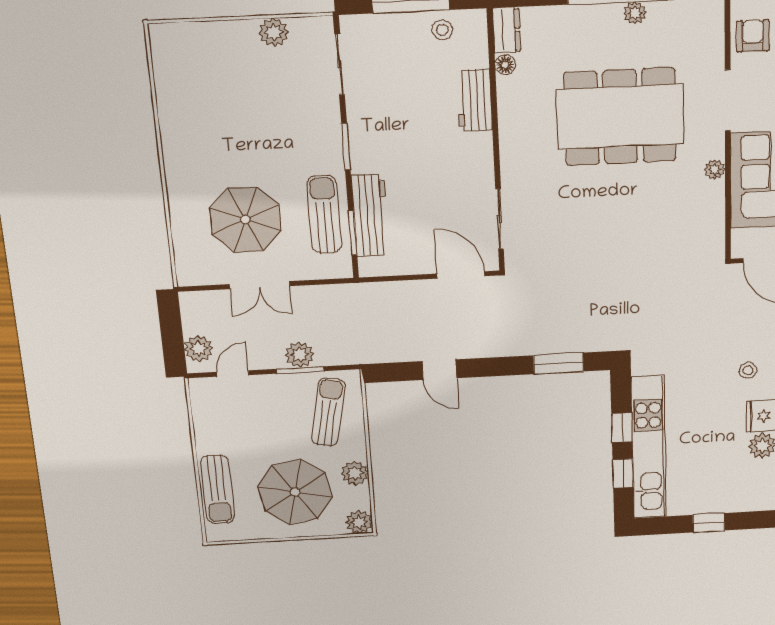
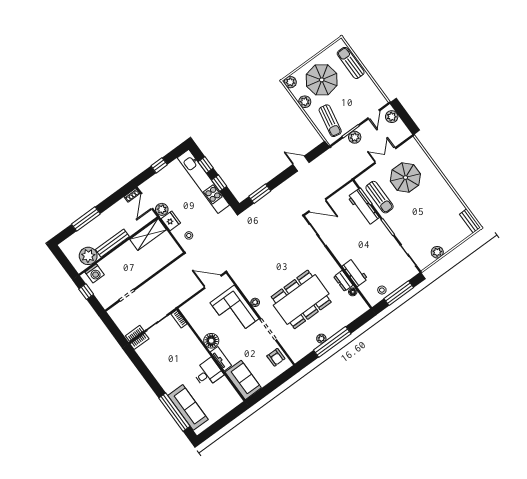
dresser: (506, 30) -> (343, 281), moved
bench: (162, 52) -> (470, 221), added

